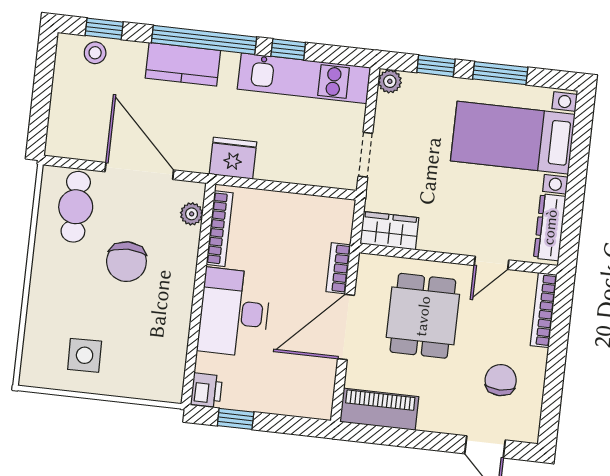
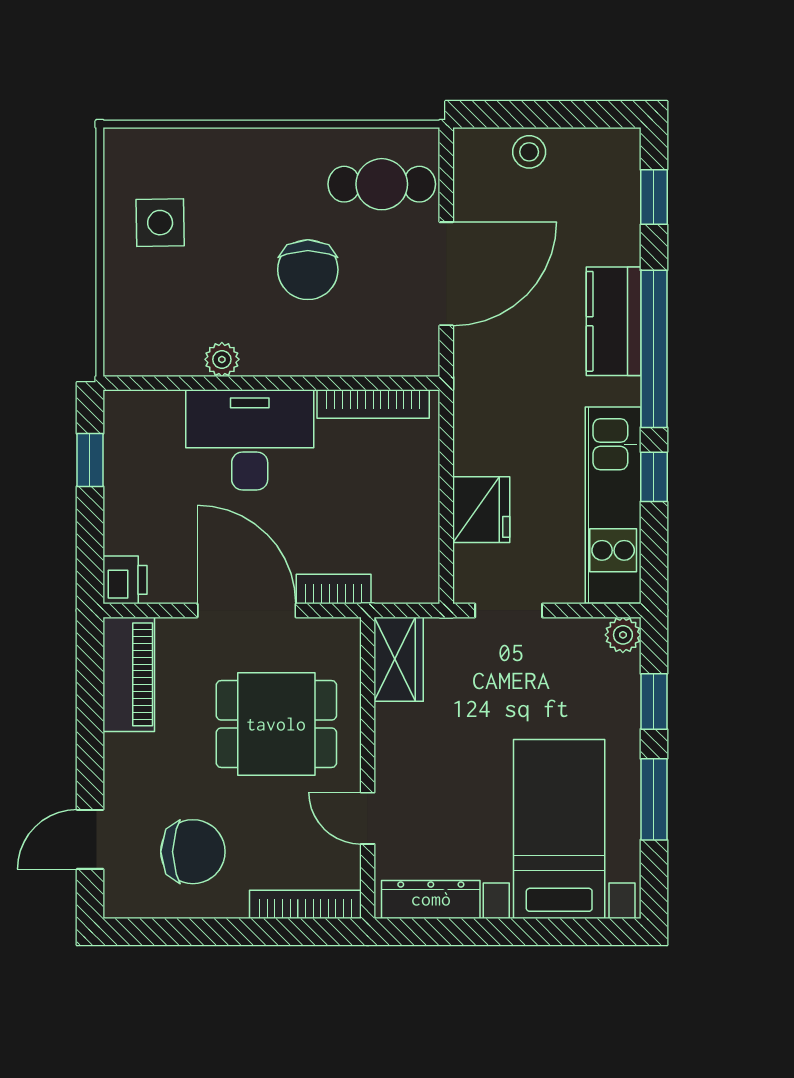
stool: (95, 53) -> (529, 152), moved
fridge: (233, 158) -> (481, 510), moved
plant: (192, 214) -> (222, 359), moved
chair: (126, 262) -> (308, 270), turned -90
chair: (501, 380) -> (193, 852), width x1.37, depth x1.37
printer: (207, 390) -> (125, 580), moved, turned -90

